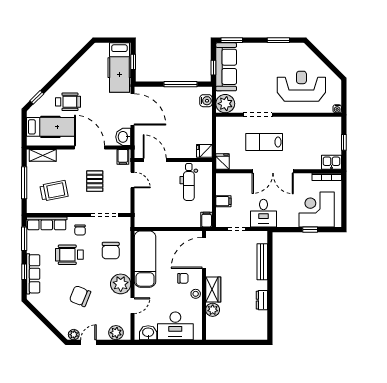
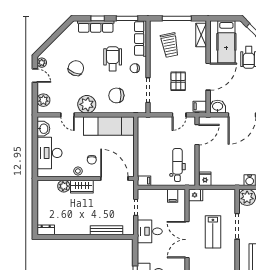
lab bench: (264, 142) -> (213, 232), turned 180
pallet: (95, 181) -> (178, 81), turned 90
dental chair: (189, 182) -> (177, 165), turned 90
filing cabinet: (223, 201) -> (173, 196), moved
dresser: (262, 300) -> (46, 230), moved

